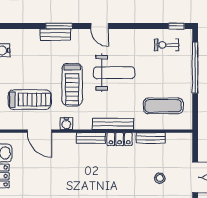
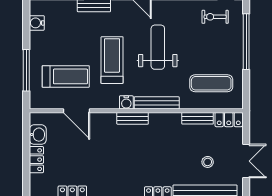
weight bench: (114, 73) -> (158, 47), turned -90
treadmill: (72, 85) -> (112, 60), turned 180
water cooler: (66, 124) -> (126, 102), moved
locker: (120, 139) -> (229, 120), moved

